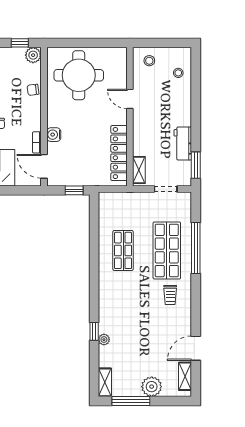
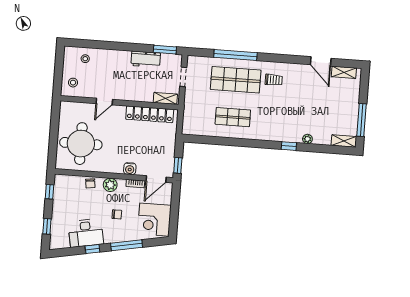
plant: (33, 55) -> (110, 185), moved
window: (74, 190) -> (178, 165), moved
window: (94, 331) -> (289, 146), moved
plant: (152, 387) -> (351, 101), removed

